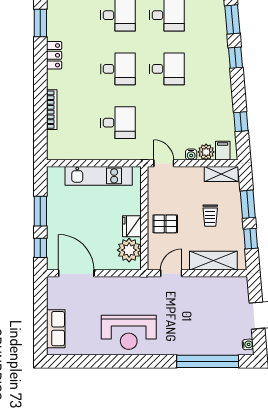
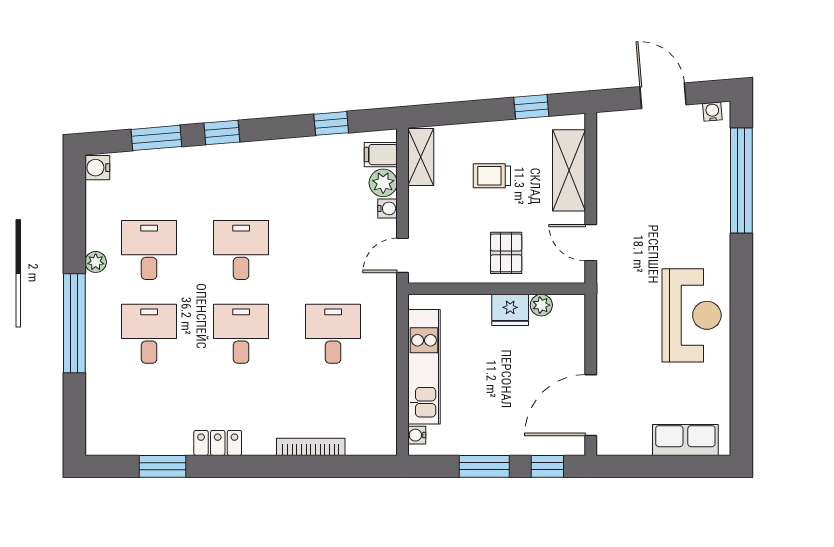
water cooler: (59, 172) -> (417, 435), added
window: (248, 204) -> (472, 112), removed
trolley: (210, 216) -> (492, 176), turned 180
plant: (129, 250) -> (541, 305), width x0.53, depth x0.53

